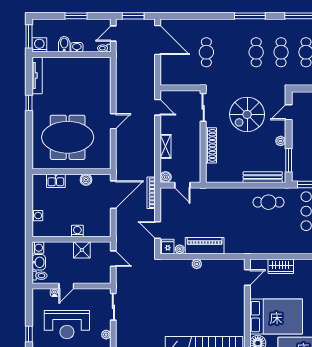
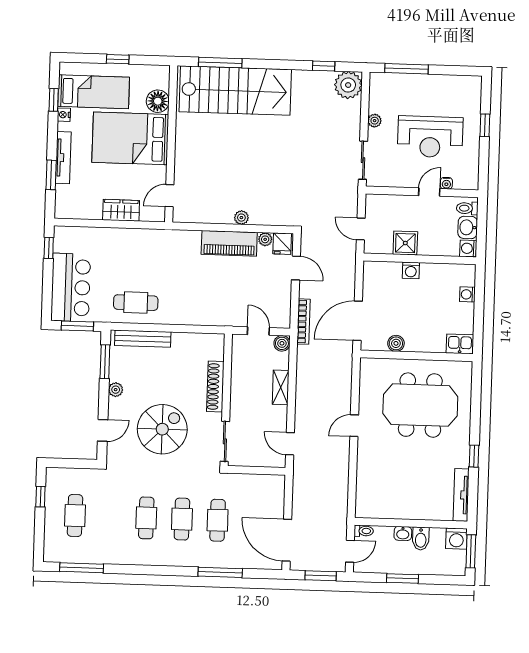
window: (250, 16) -> (220, 572), moved
cafe table: (281, 52) -> (182, 519), moved
kitchen sink: (56, 181) -> (460, 344), moved
reception desk: (67, 325) -> (430, 137), turned 180

